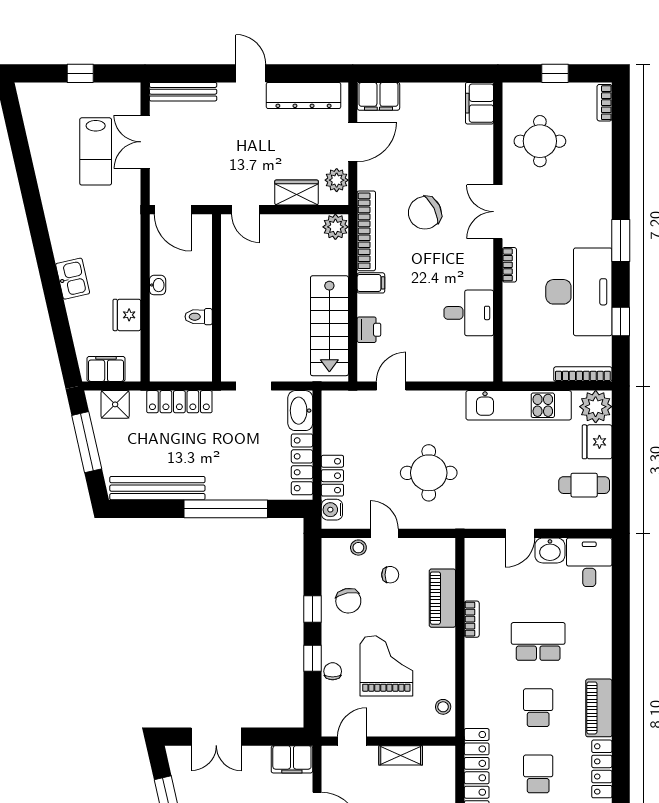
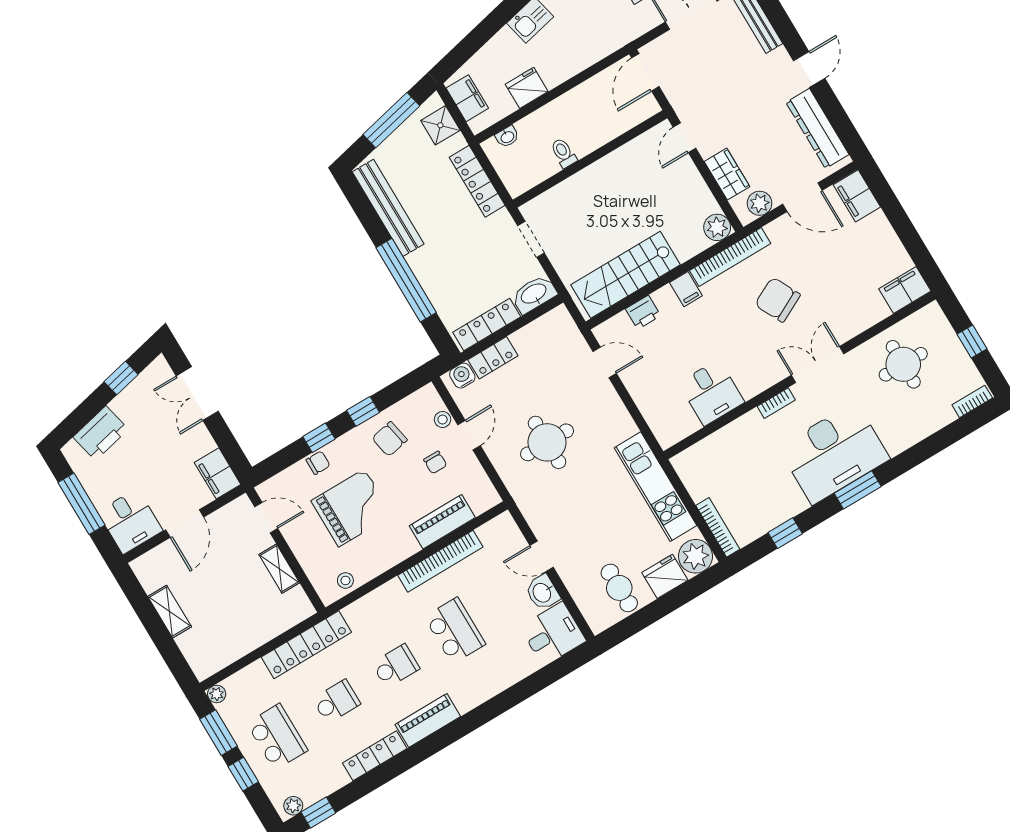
washbasin: (158, 285) -> (507, 137), moved
desk: (579, 292) -> (834, 453), moved
bookcase: (472, 619) -> (440, 561), width x2.31, depth x1.31

